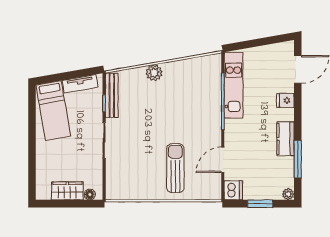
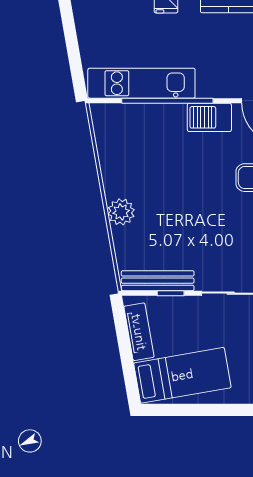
barbecue: (212, 127) -> (209, 117), added

